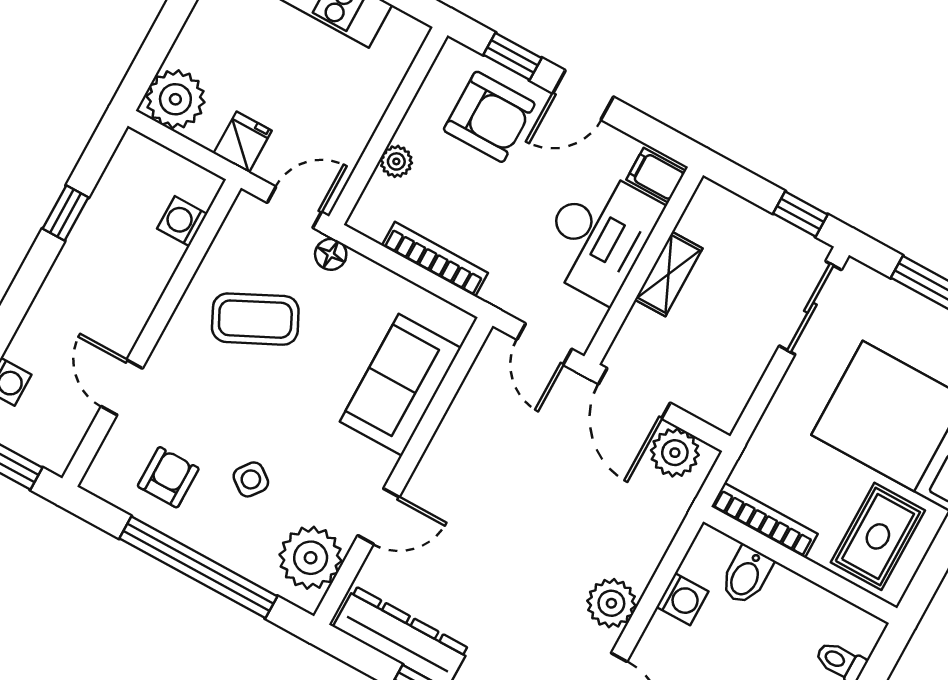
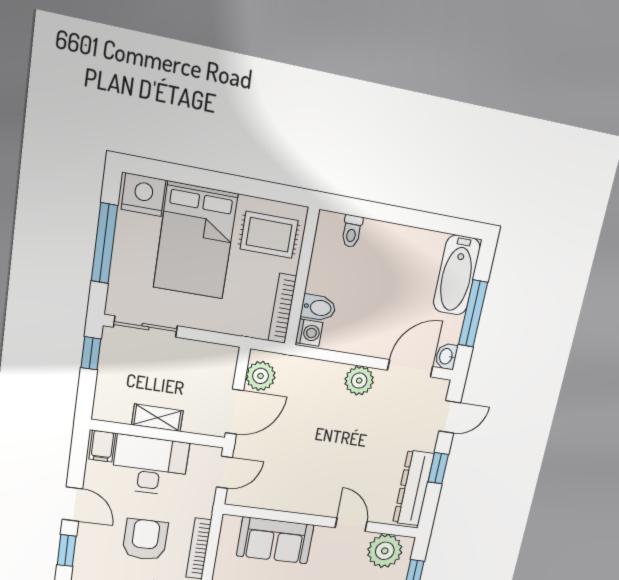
armchair: (489, 117) -> (145, 540), moved
washing machine: (682, 599) -> (309, 333), moved, turned 90

